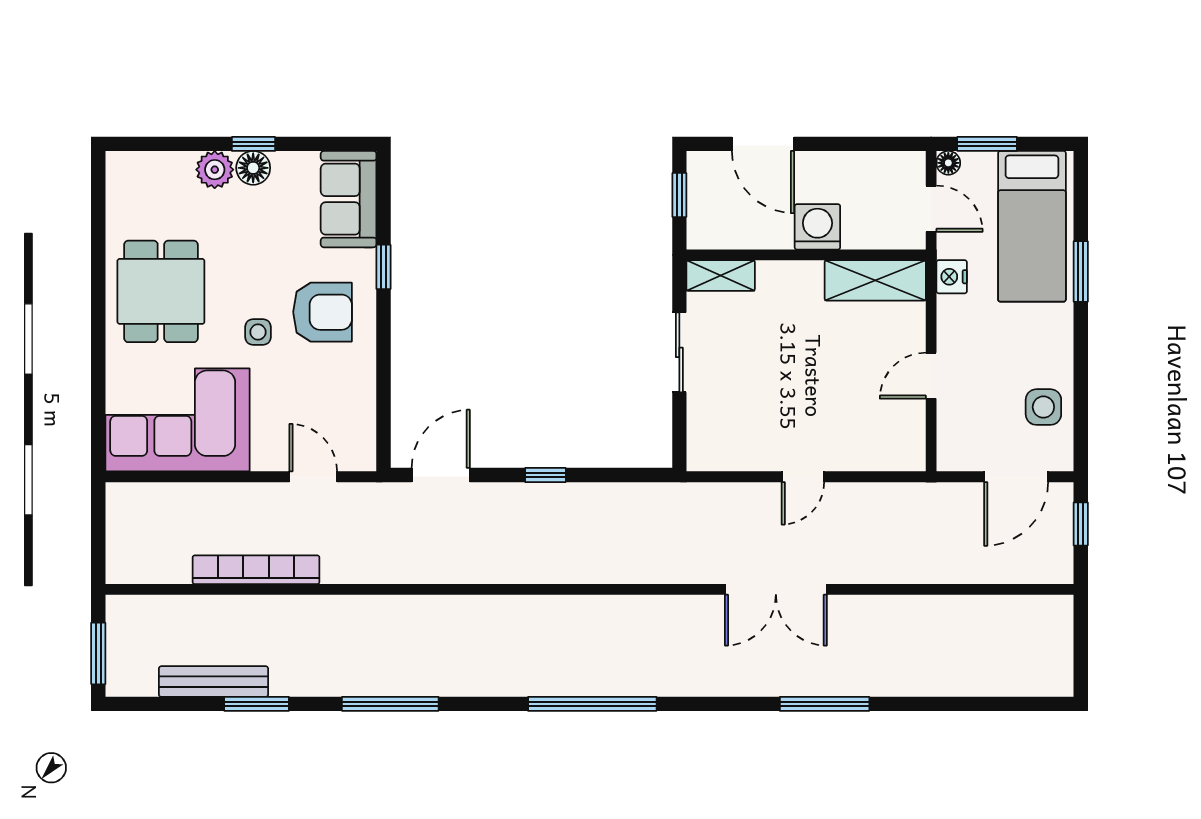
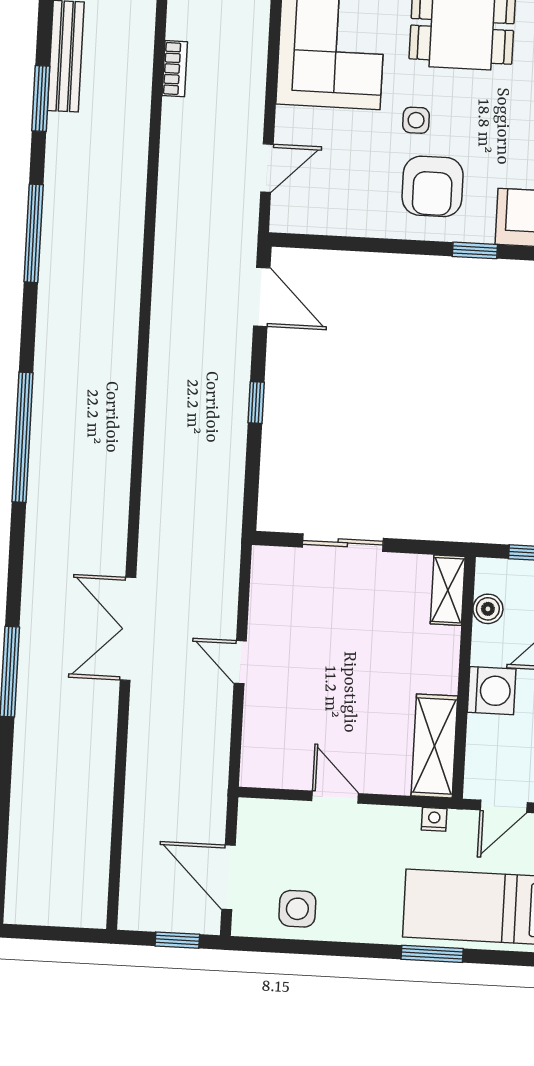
boiler: (737, 235) -> (488, 609), added
nightstand: (952, 277) -> (434, 819), width x0.72, depth x0.74
sliding door: (679, 352) -> (343, 543), moved
bookcase: (256, 570) -> (175, 69), width x0.43, depth x0.76

